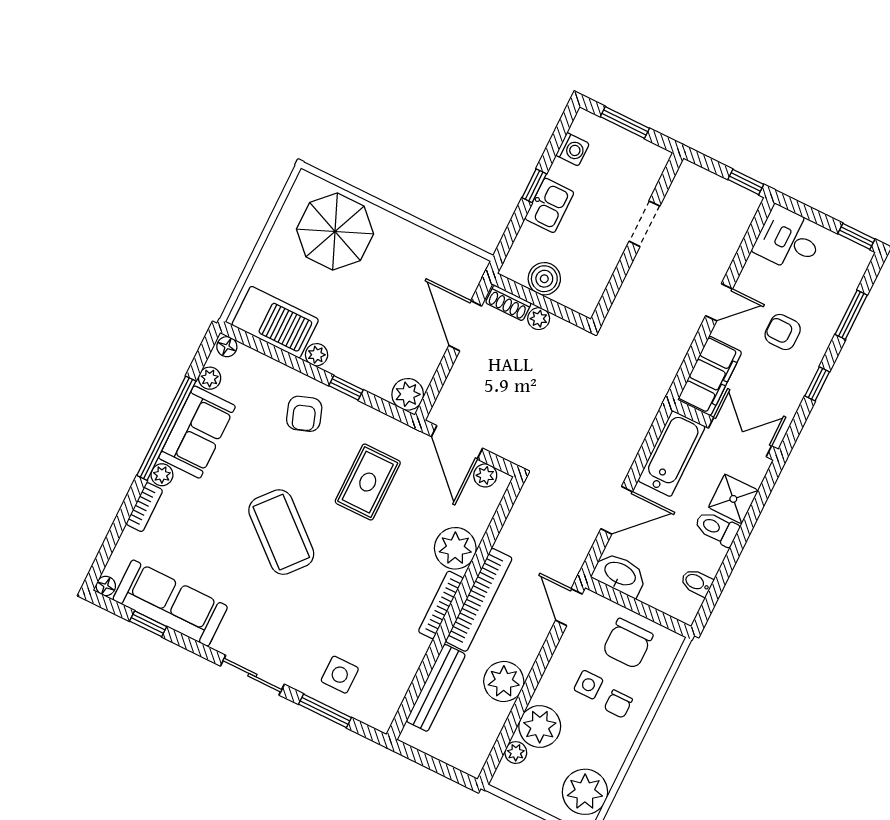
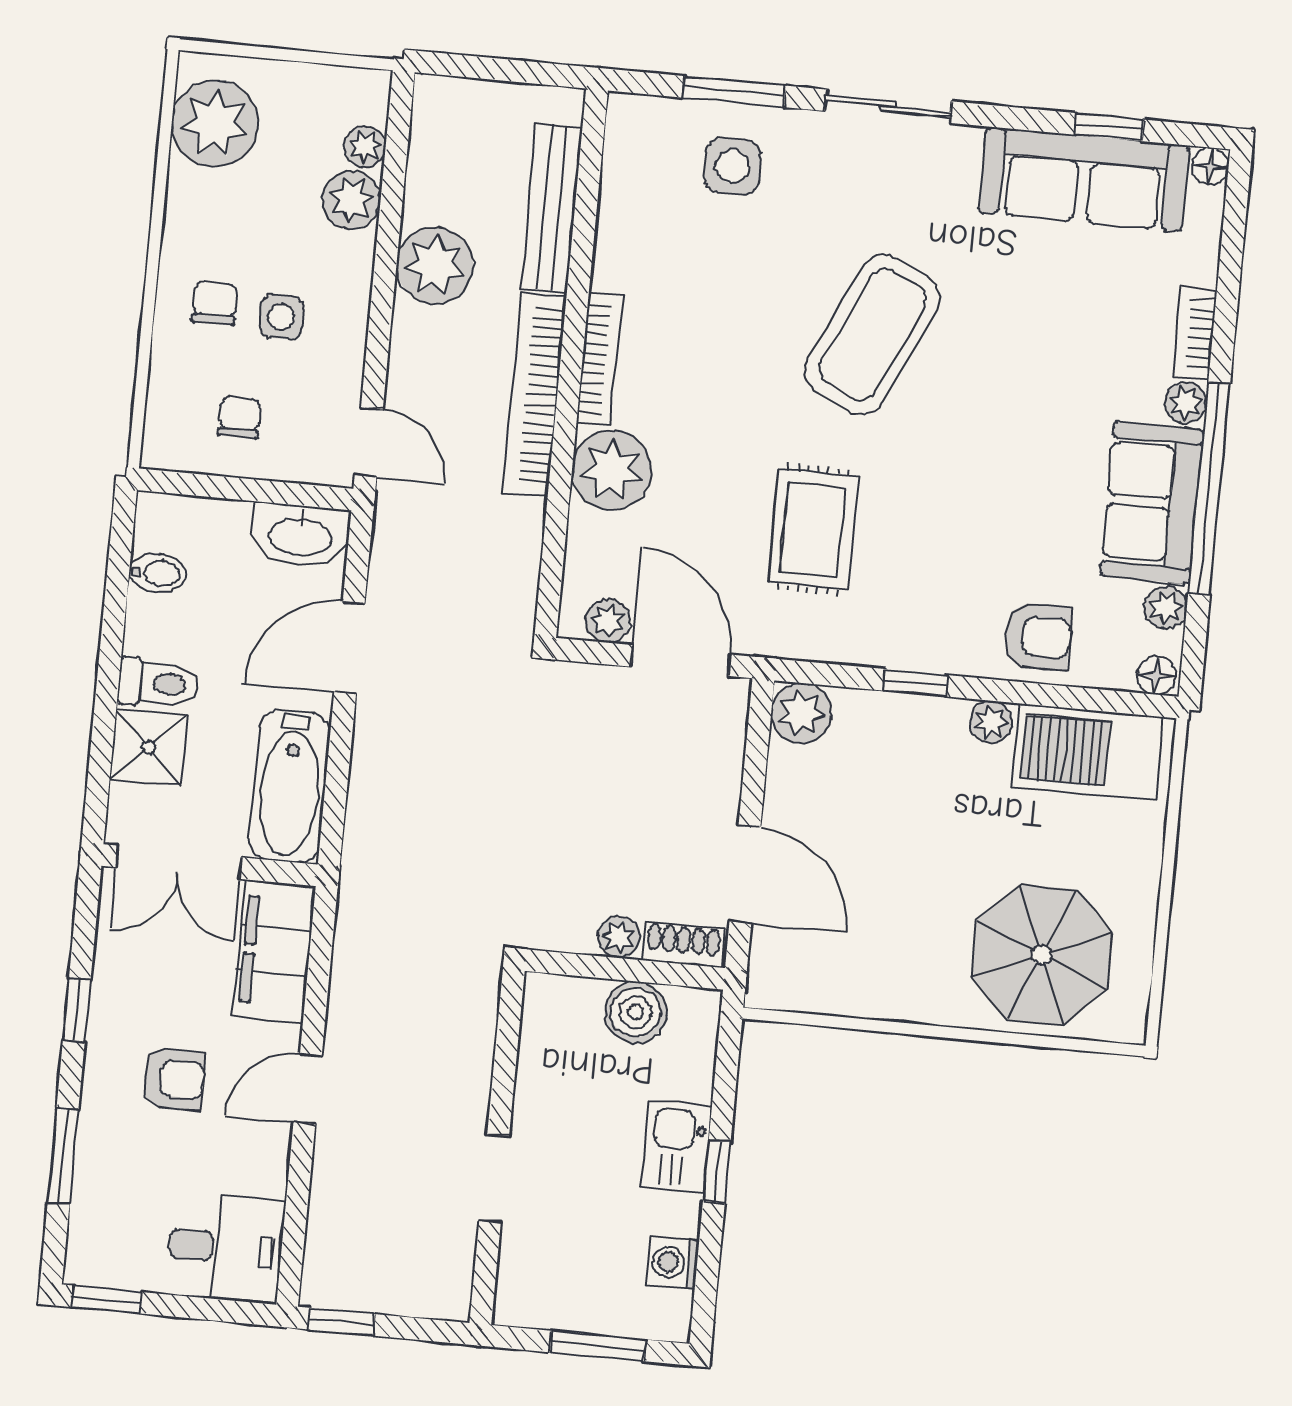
armchair: (304, 414) -> (1038, 636), moved, turned 109
coffee table: (281, 532) -> (873, 334), moved, turned 74
chair: (628, 643) -> (239, 417), width x0.54, depth x0.54
plant: (540, 726) -> (351, 200), width x0.73, depth x0.73

